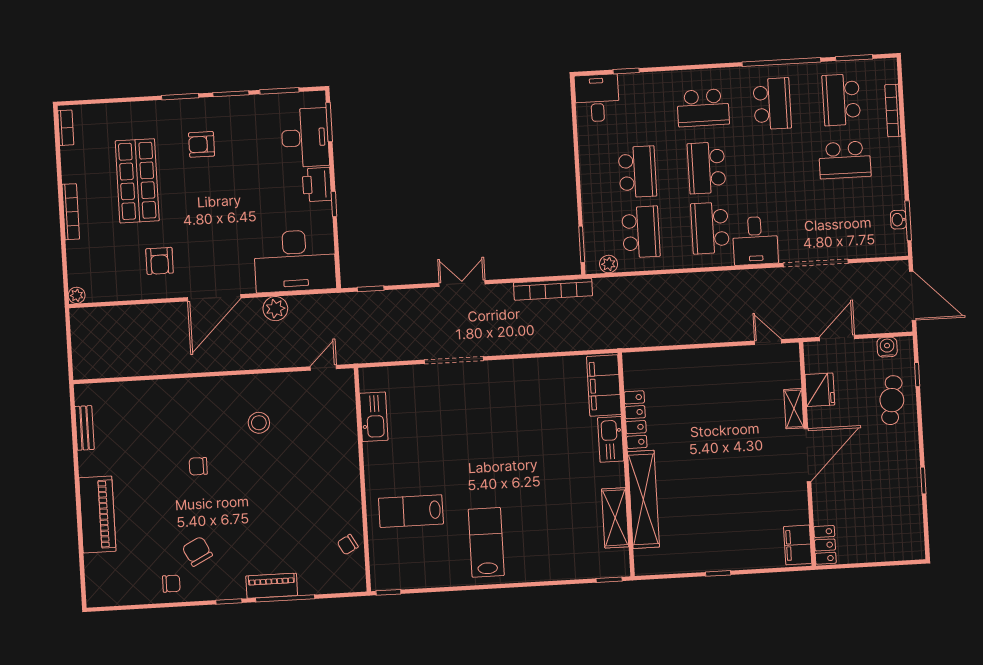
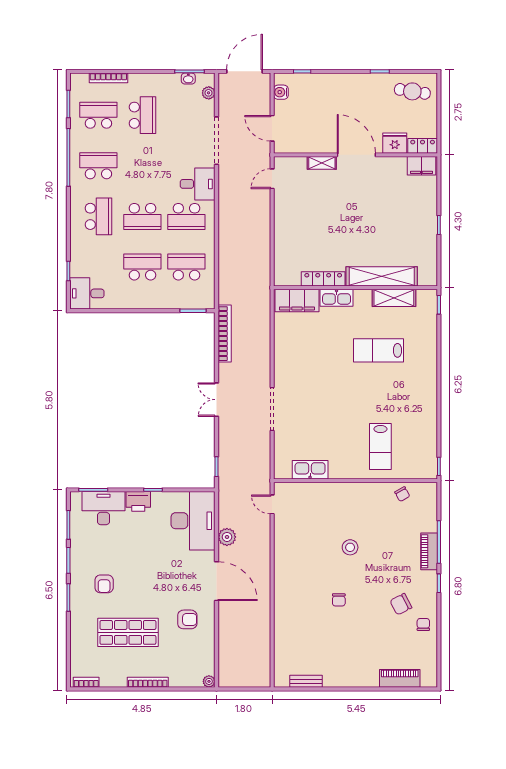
school desk: (841, 100) -> (98, 115), turned 180
plant: (609, 264) -> (209, 93), moved
fridge: (820, 390) -> (395, 143), moved
cafe table: (892, 400) -> (412, 91), moved
stool: (259, 423) -> (350, 547), moved
piano: (97, 514) -> (400, 678), moved, width x0.73, depth x0.75
lab bench: (486, 542) -> (379, 350), moved

